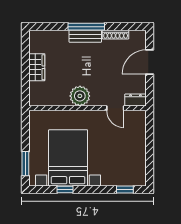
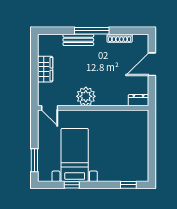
bench: (85, 36) -> (78, 40), moved
door: (115, 108) -> (50, 108), moved
bed with nightstands: (68, 158) -> (75, 155), width x0.73

